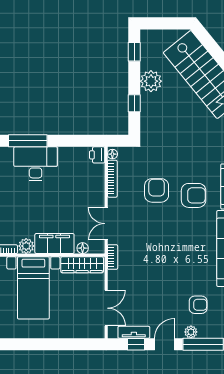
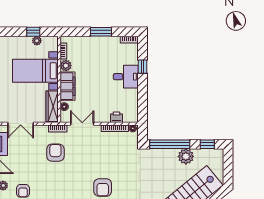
window: (134, 103) -> (170, 144), width x3.17
window: (28, 141) -> (142, 67), width x0.46
printer: (97, 155) -> (116, 117), moved
desk: (36, 164) -> (126, 77), width x0.73
armchair: (157, 190) -> (55, 153), moved, turned -90

